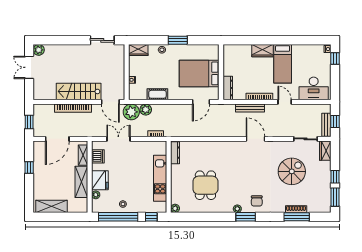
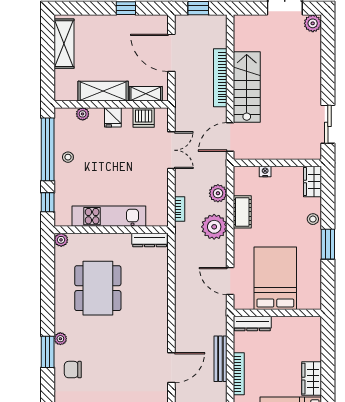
plant: (131, 112) -> (214, 227), moved
fridge: (100, 180) -> (113, 117), width x0.53, depth x0.75
dining table: (205, 185) -> (98, 288), width x1.38

